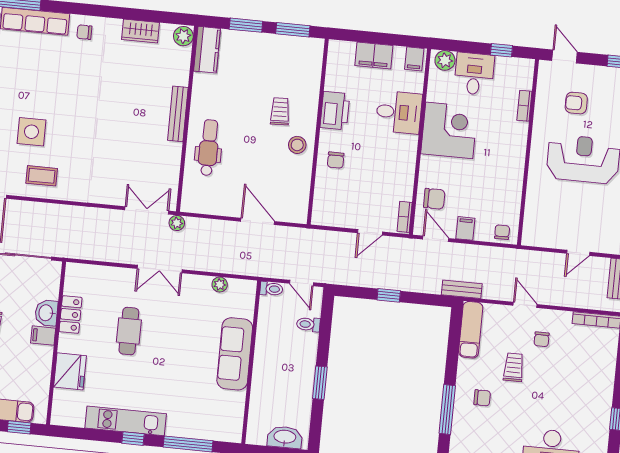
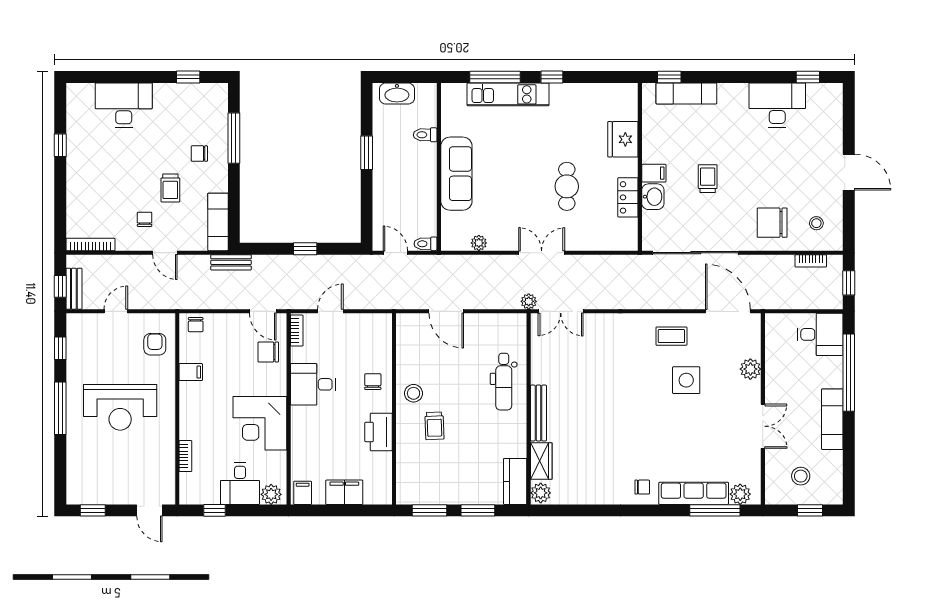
wardrobe: (141, 31) -> (541, 461), moved, turned 90
armchair: (576, 103) -> (155, 344), moved, turned -90
desk: (399, 112) -> (313, 384), moved
filing cabinet: (465, 228) -> (191, 372), moved, turned -90
toilet: (308, 324) -> (425, 135), moved, turned 180
kitchen unit: (126, 421) -> (508, 94), moved

